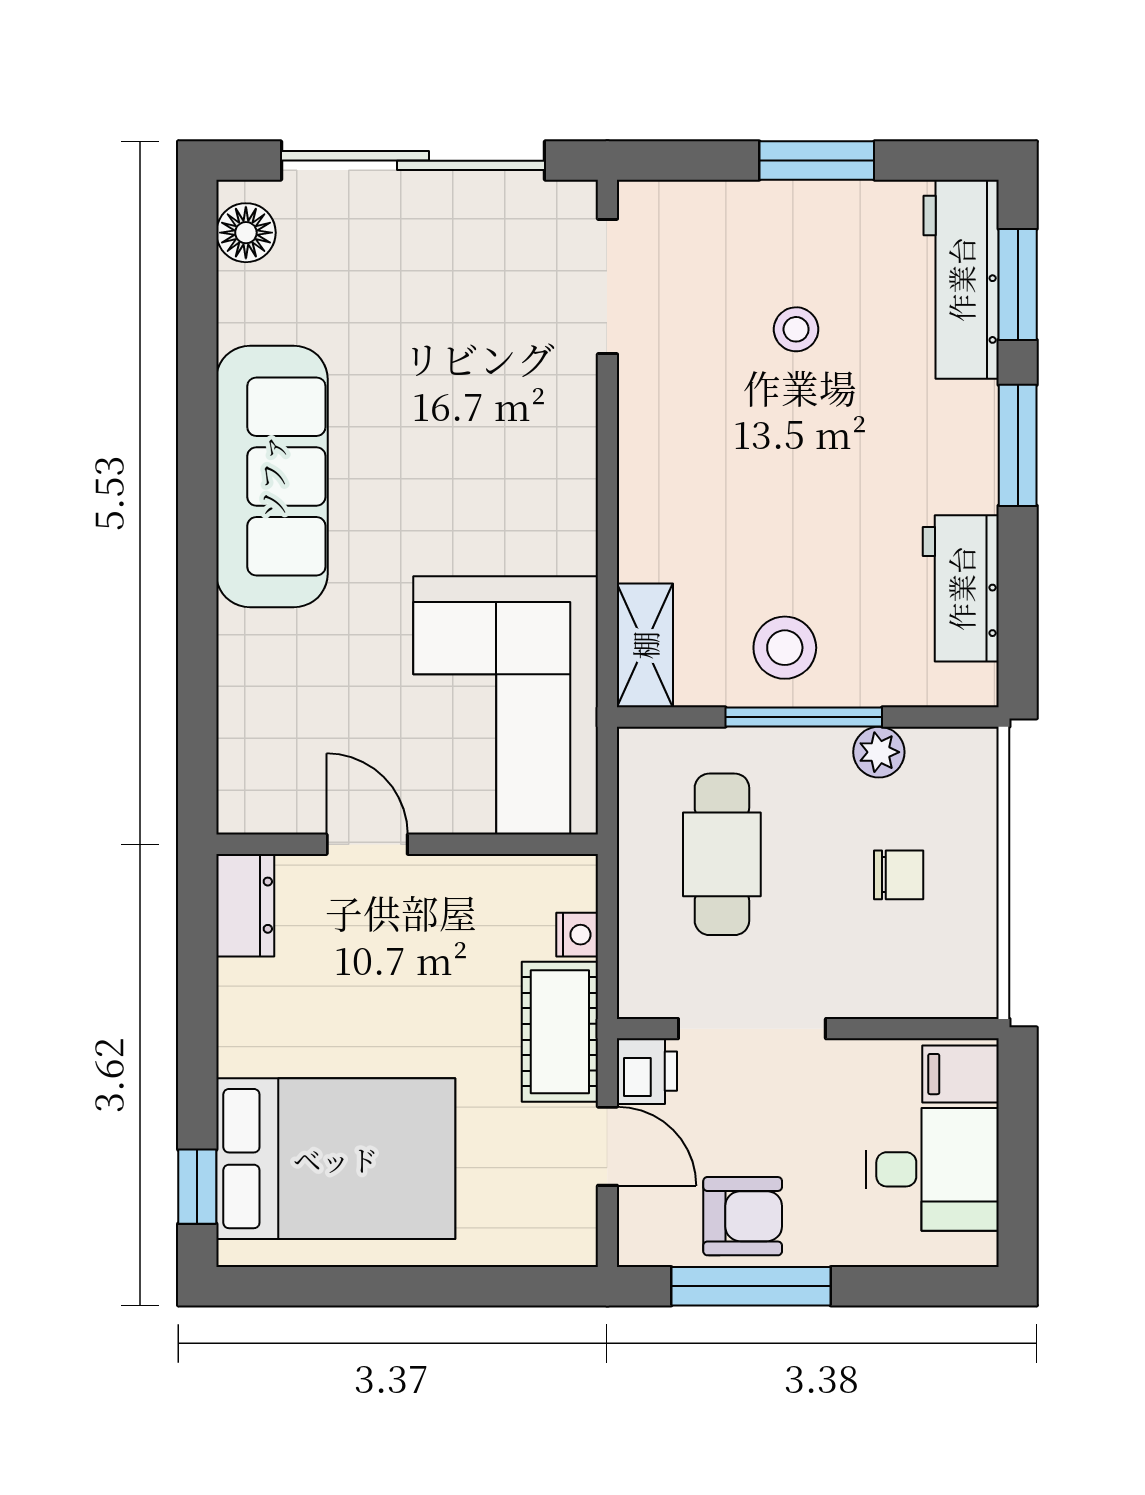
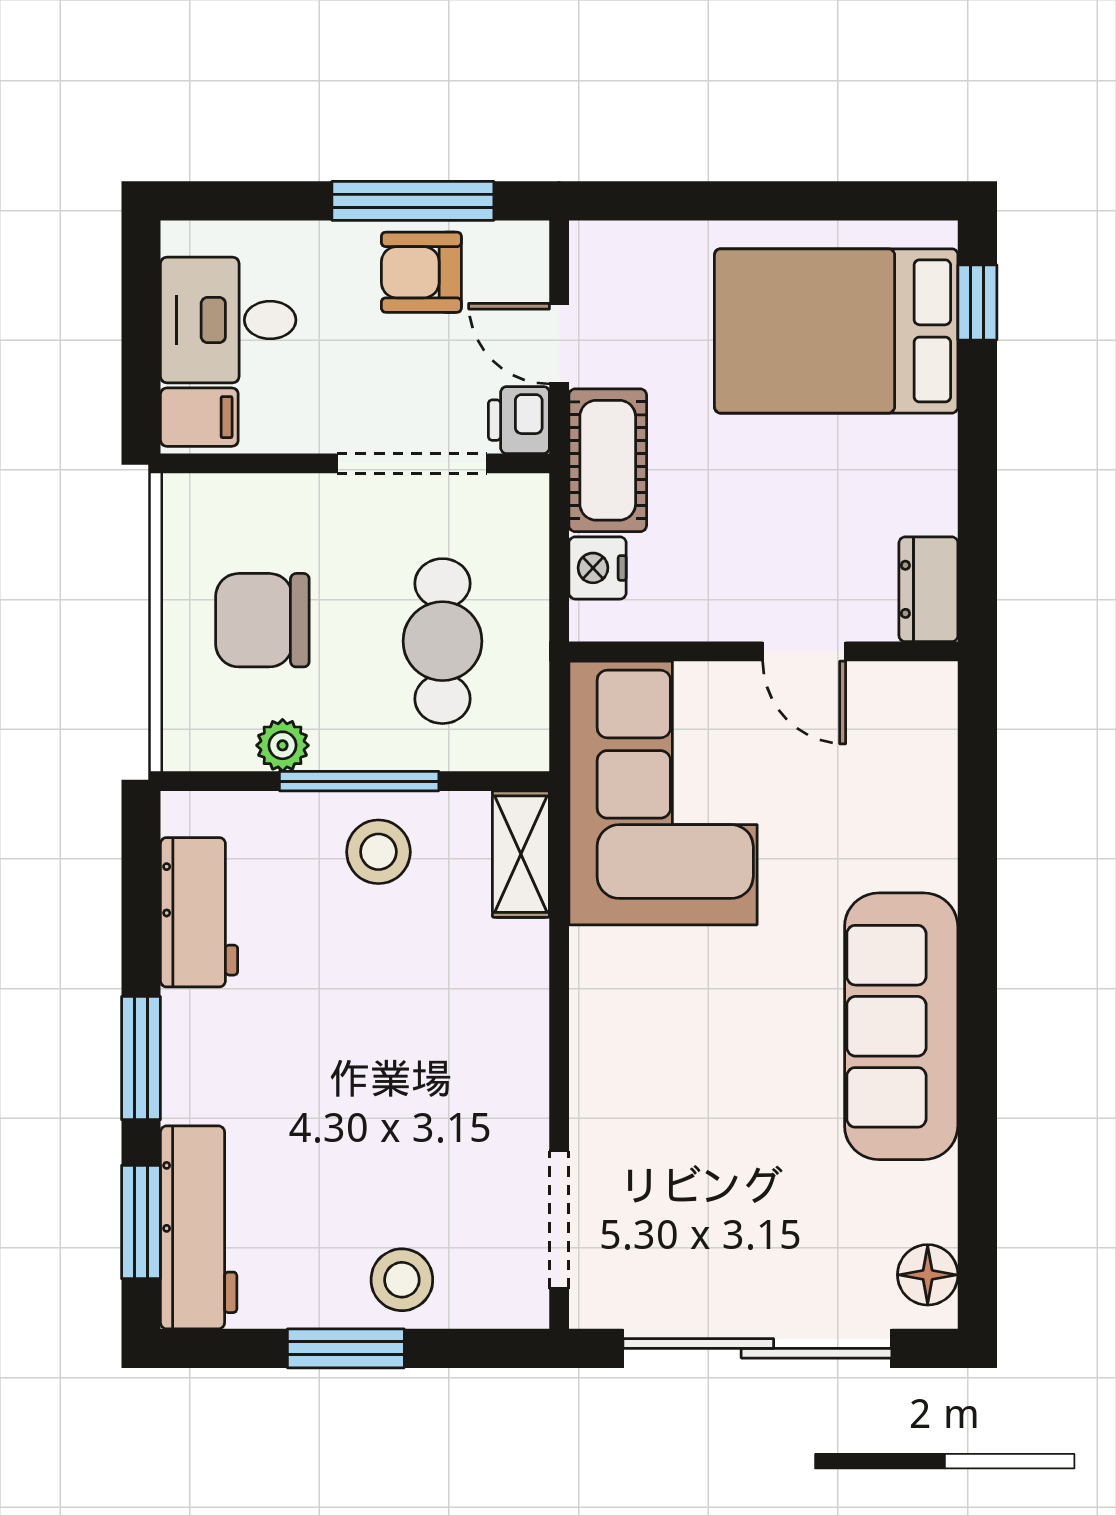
stool: (796, 329) -> (402, 1280), moved, width x1.37, depth x1.37
chair: (899, 875) -> (262, 620), width x1.87, depth x1.87
nightstand: (577, 935) -> (598, 568), width x1.39, depth x1.35

